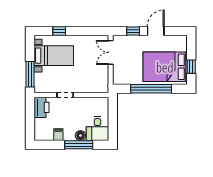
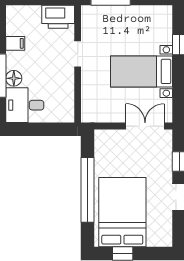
bed with nightstands: (54, 56) -> (142, 71), moved, turned 90

